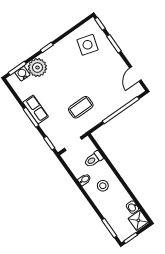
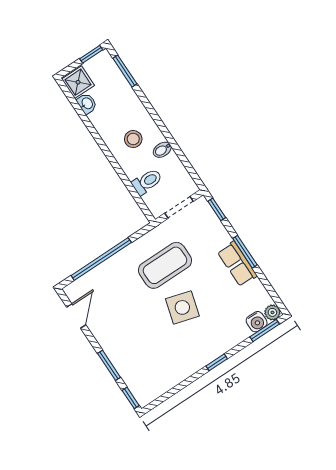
side table: (88, 45) -> (182, 307), moved
plant: (37, 68) -> (272, 312), moved, width x0.53, depth x0.53
coffee table: (81, 107) -> (165, 265), width x1.36, depth x1.32

